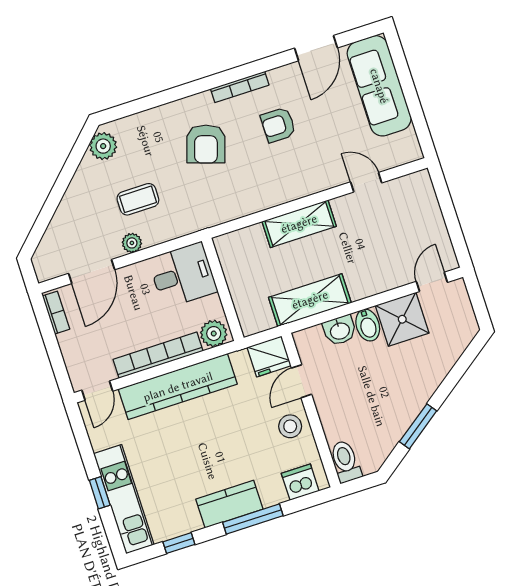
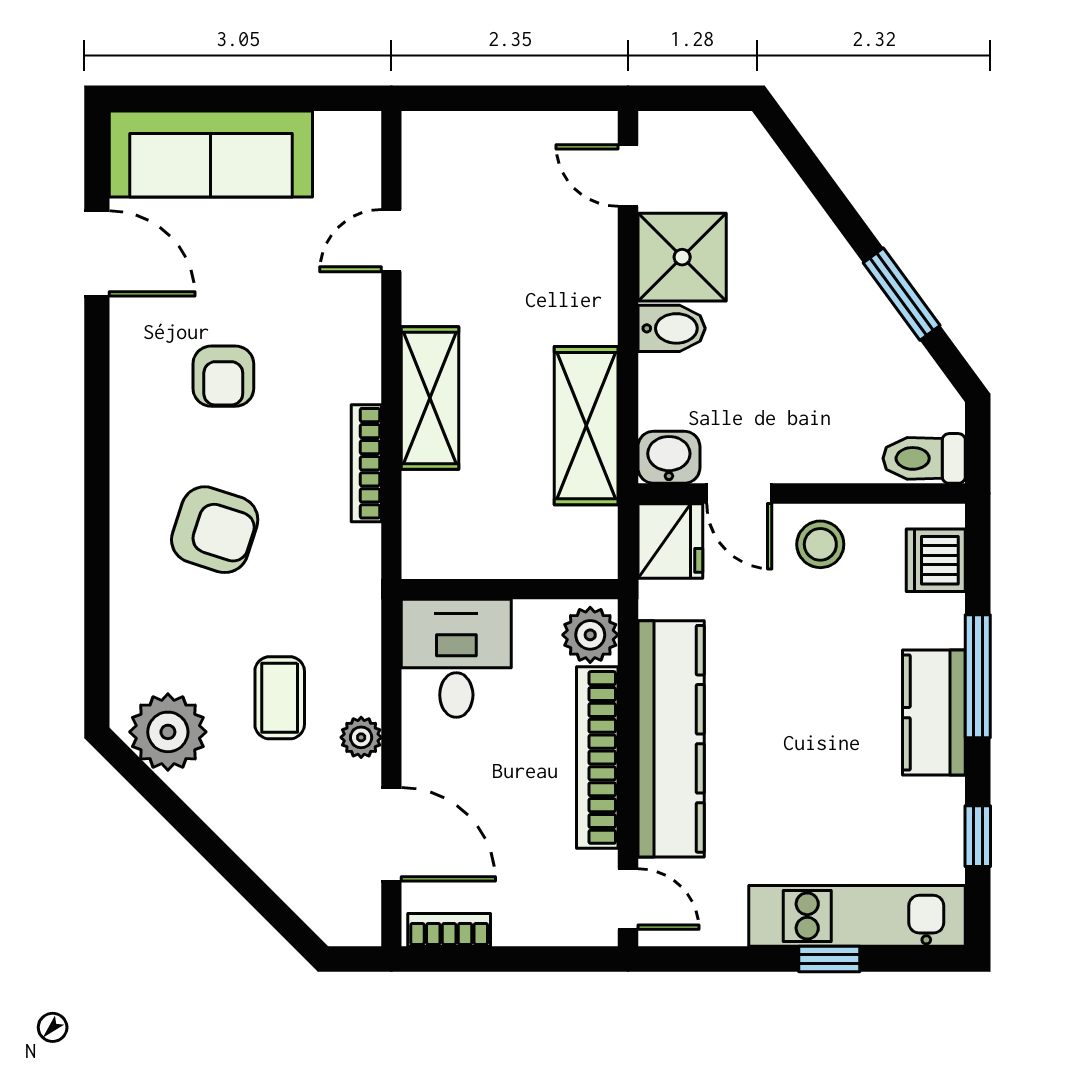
bookcase: (240, 87) -> (366, 463), moved, turned 180
plant: (103, 146) -> (168, 732), width x1.36, depth x1.36
washbasin: (340, 330) -> (669, 457), moved, turned -90

